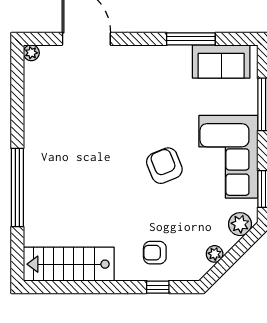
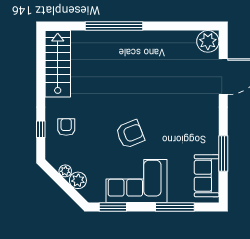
plant: (31, 53) -> (208, 41), width x1.87, depth x1.87
plant: (240, 224) -> (78, 180), moved

